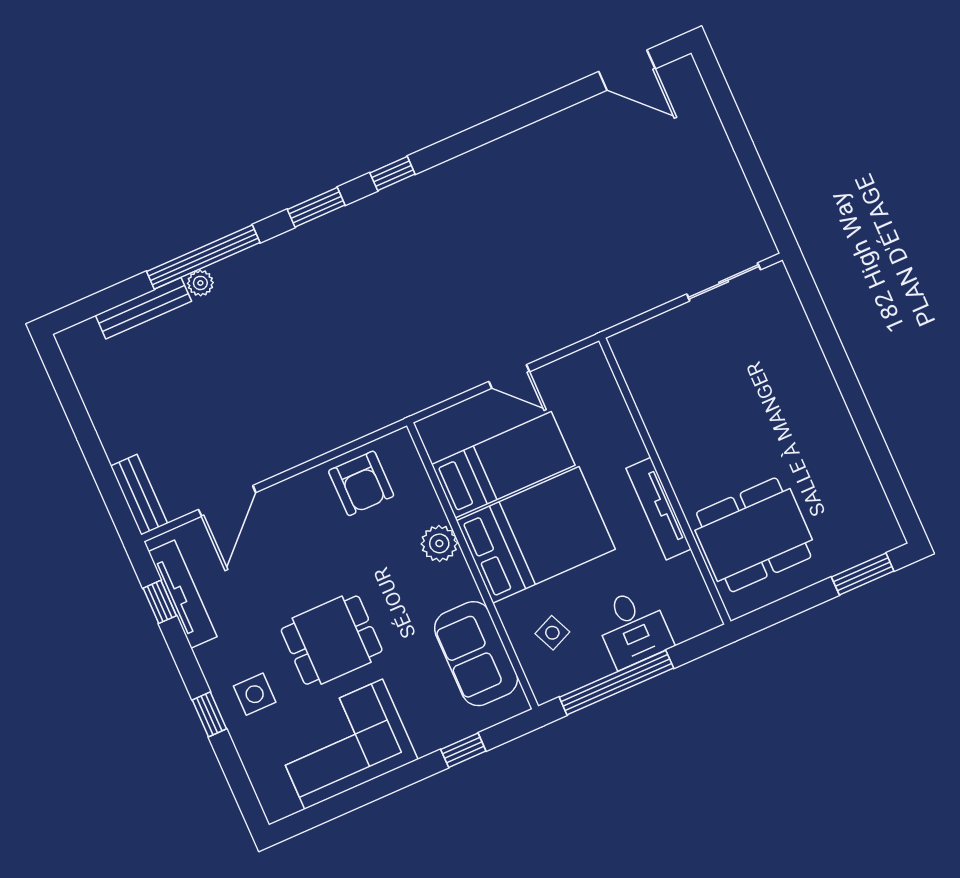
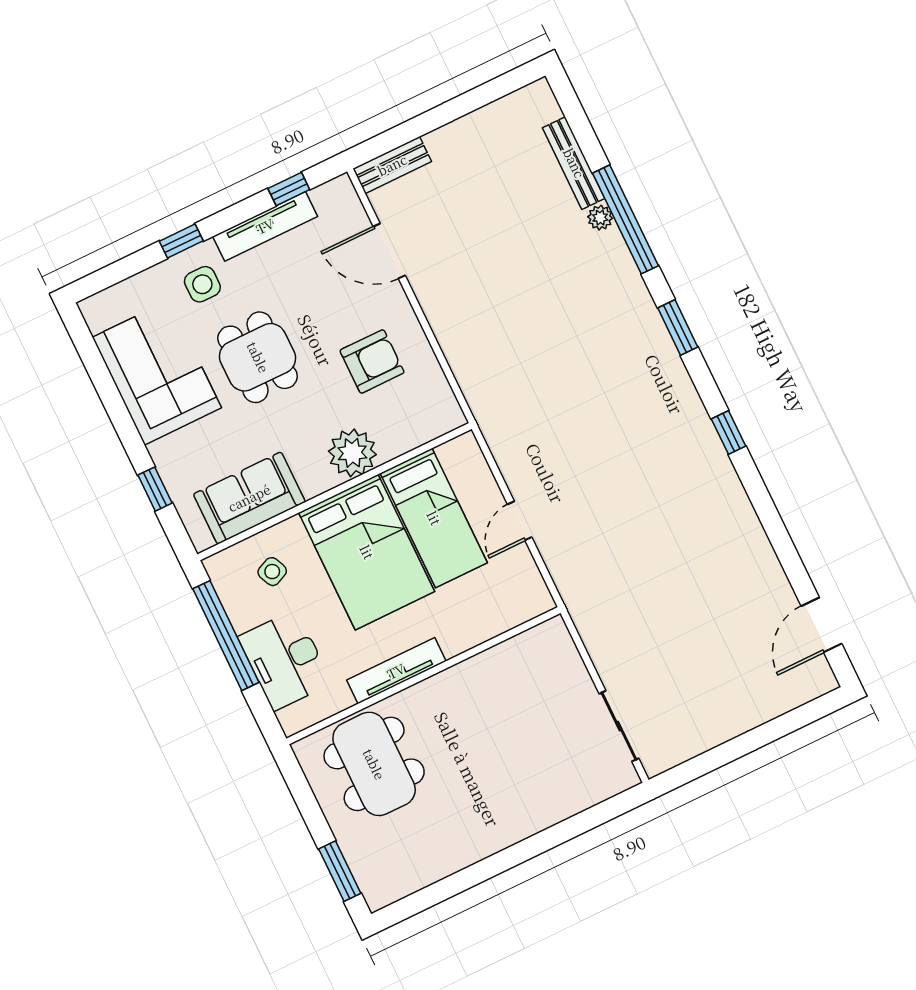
window: (392, 174) -> (729, 433), moved
armchair: (361, 483) -> (372, 361), moved, turned 180
plant: (439, 543) -> (352, 453), width x1.36, depth x1.36
tv unit: (183, 594) -> (265, 226), moved
desk: (633, 628) -> (285, 660), width x1.37

